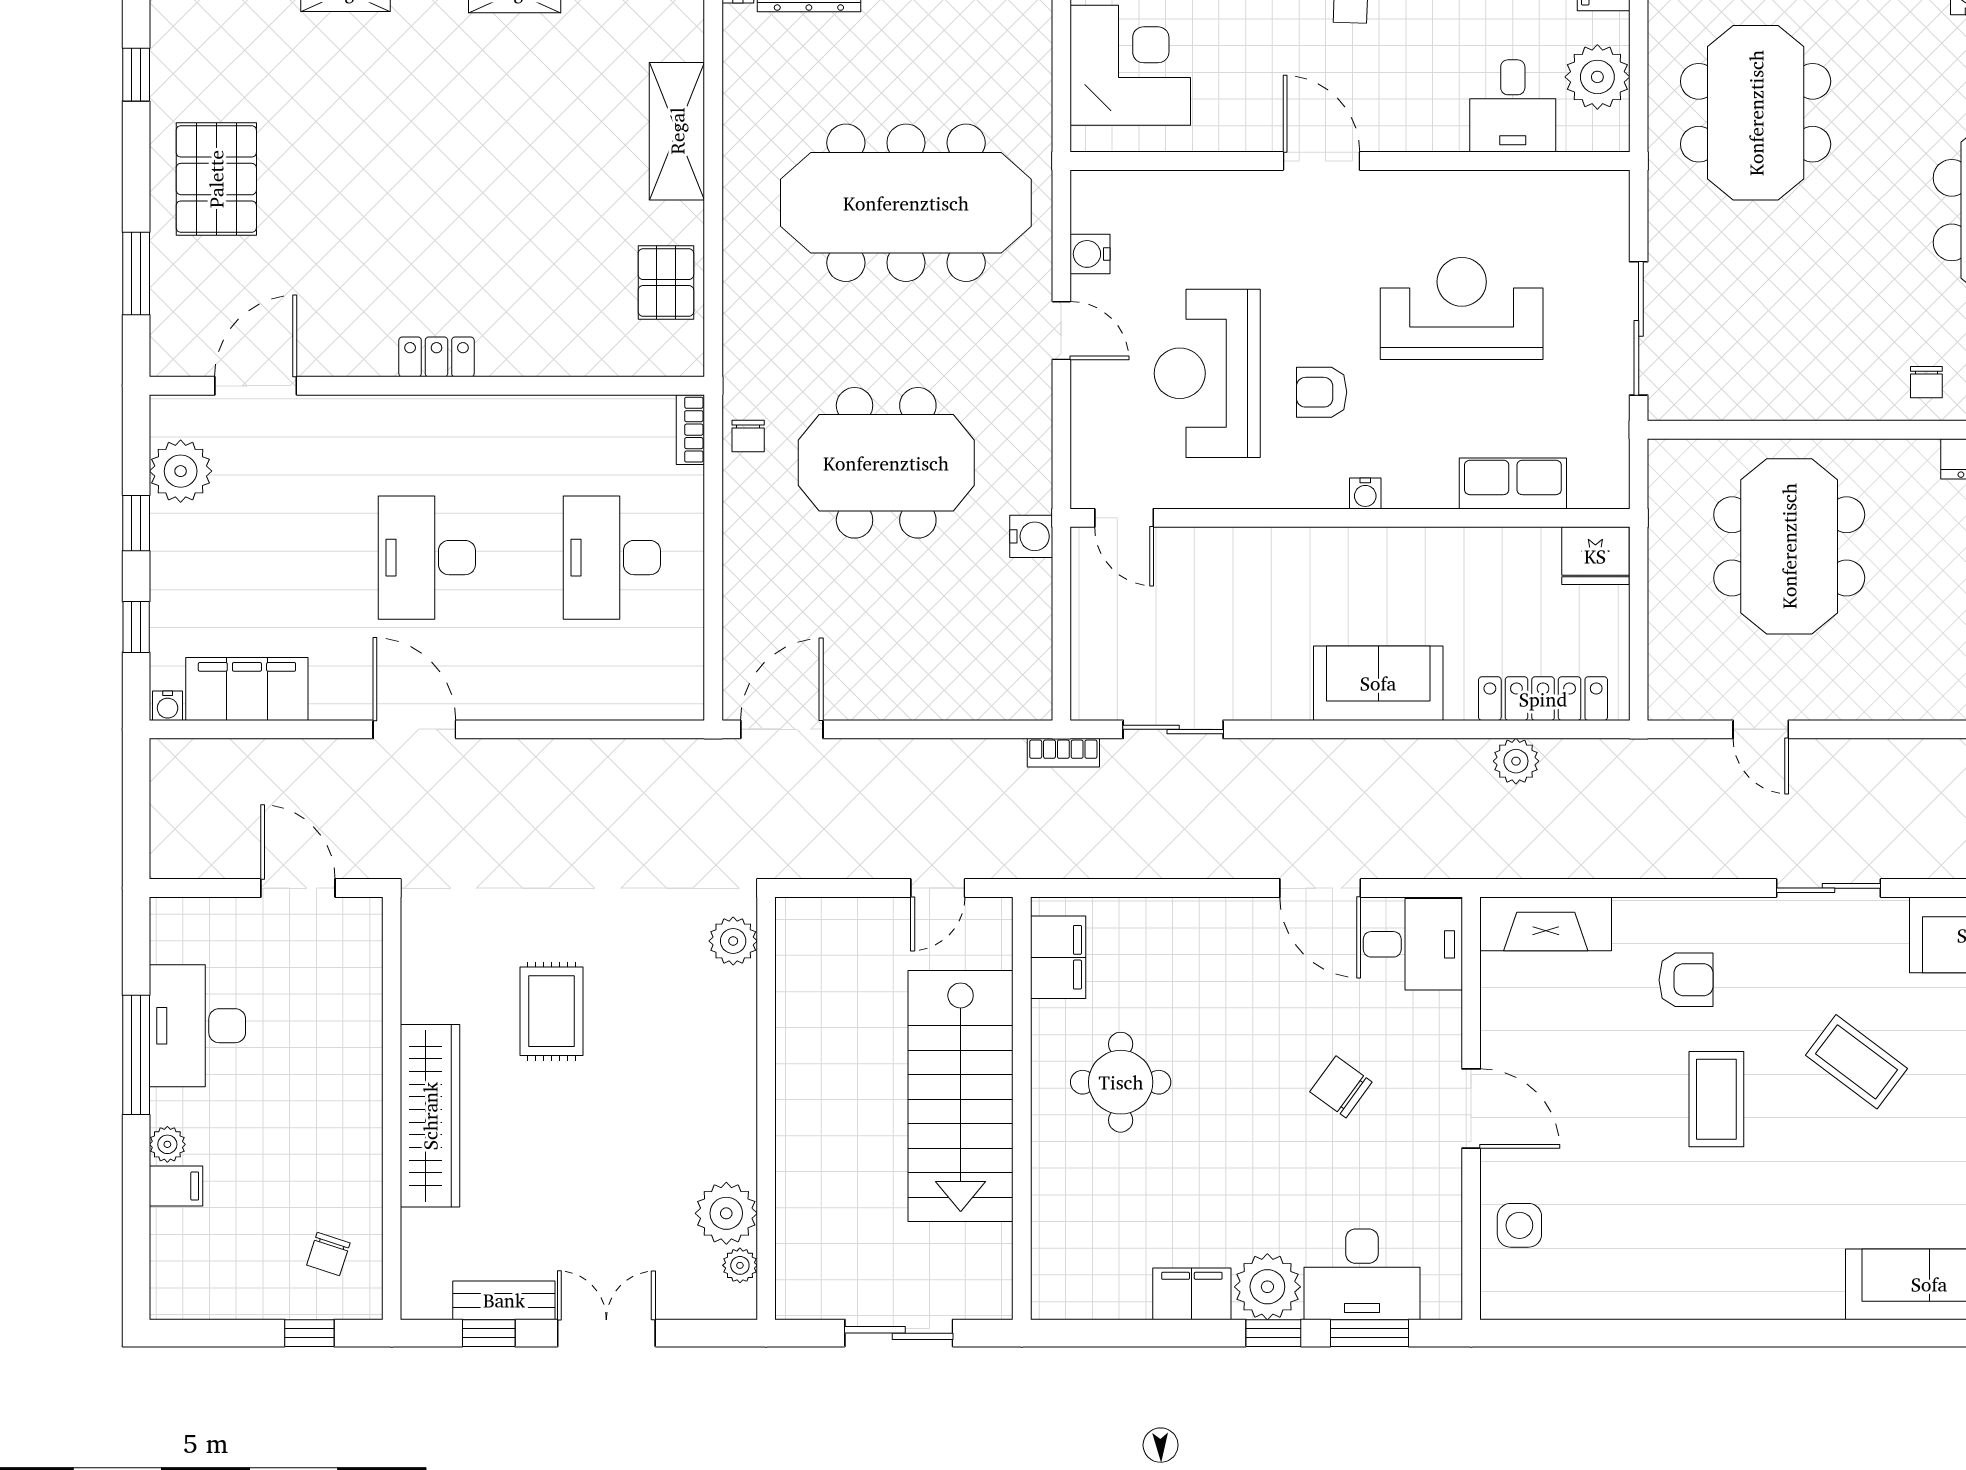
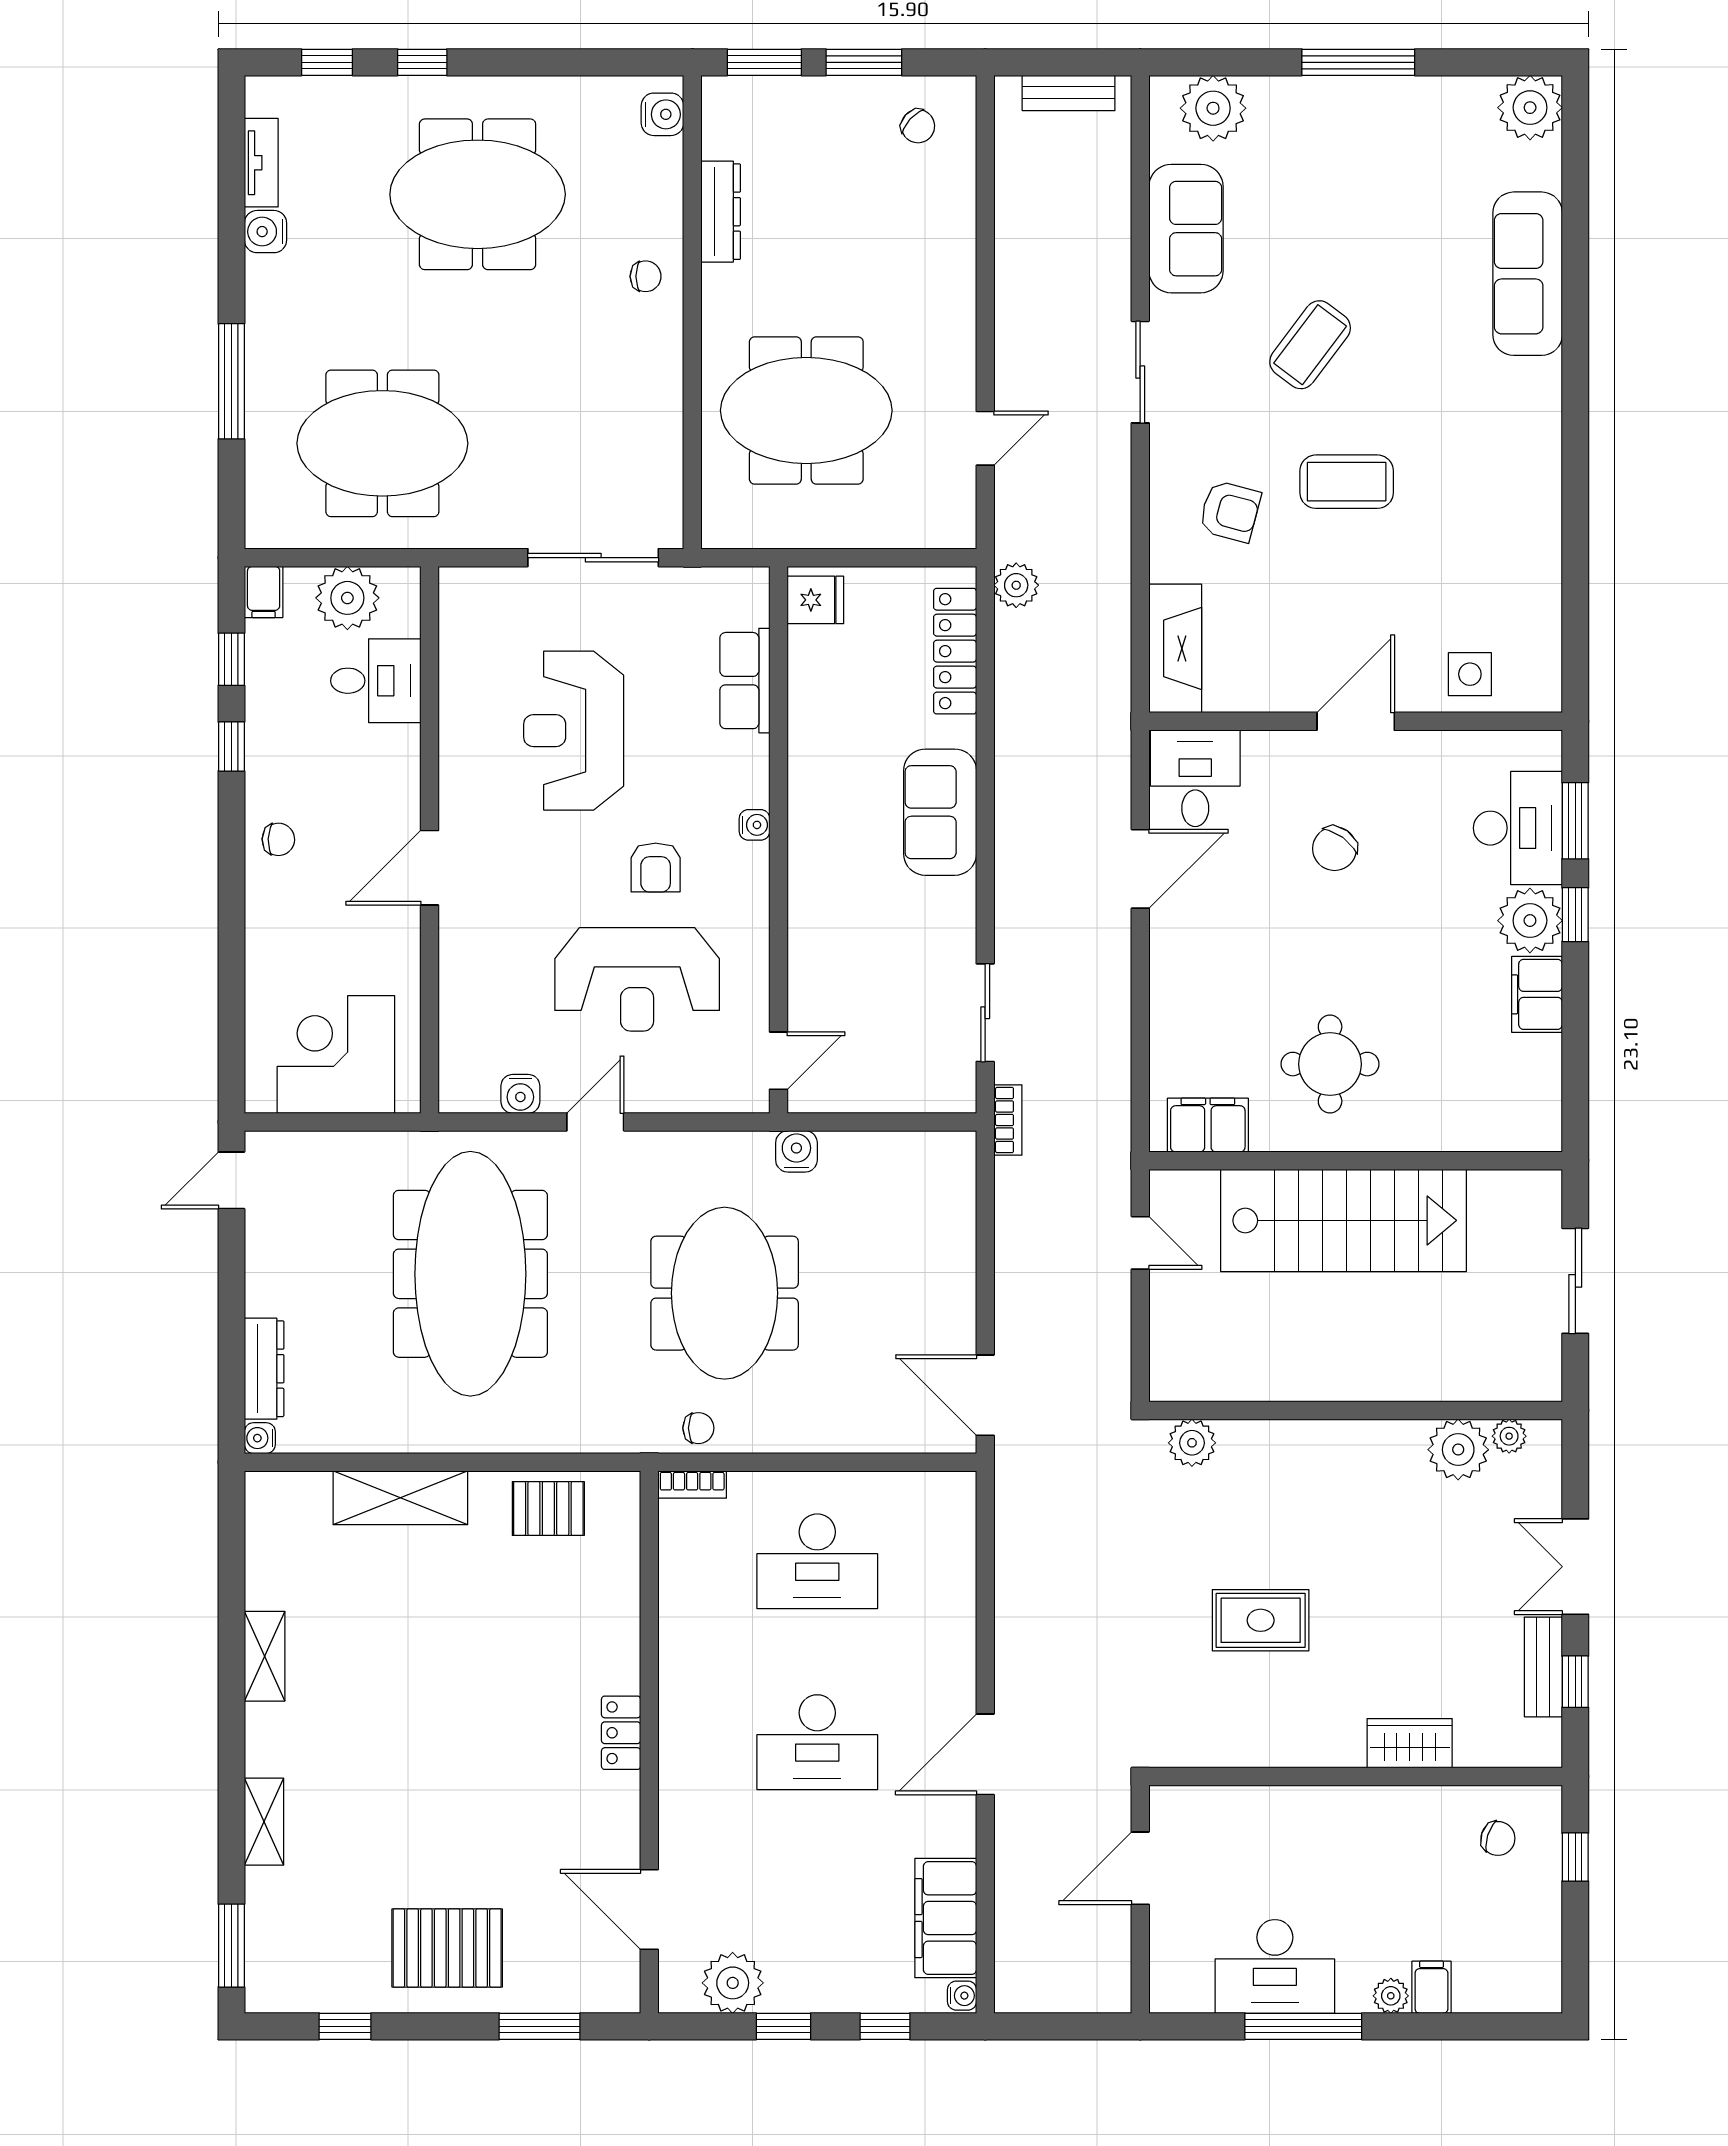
fridge: (1595, 556) -> (815, 600), width x0.72
plant: (1516, 761) -> (1016, 585), moved
armchair: (1686, 980) -> (1230, 511), turned 105
wardrobe: (430, 1116) -> (1410, 1743), width x0.48, depth x0.85

